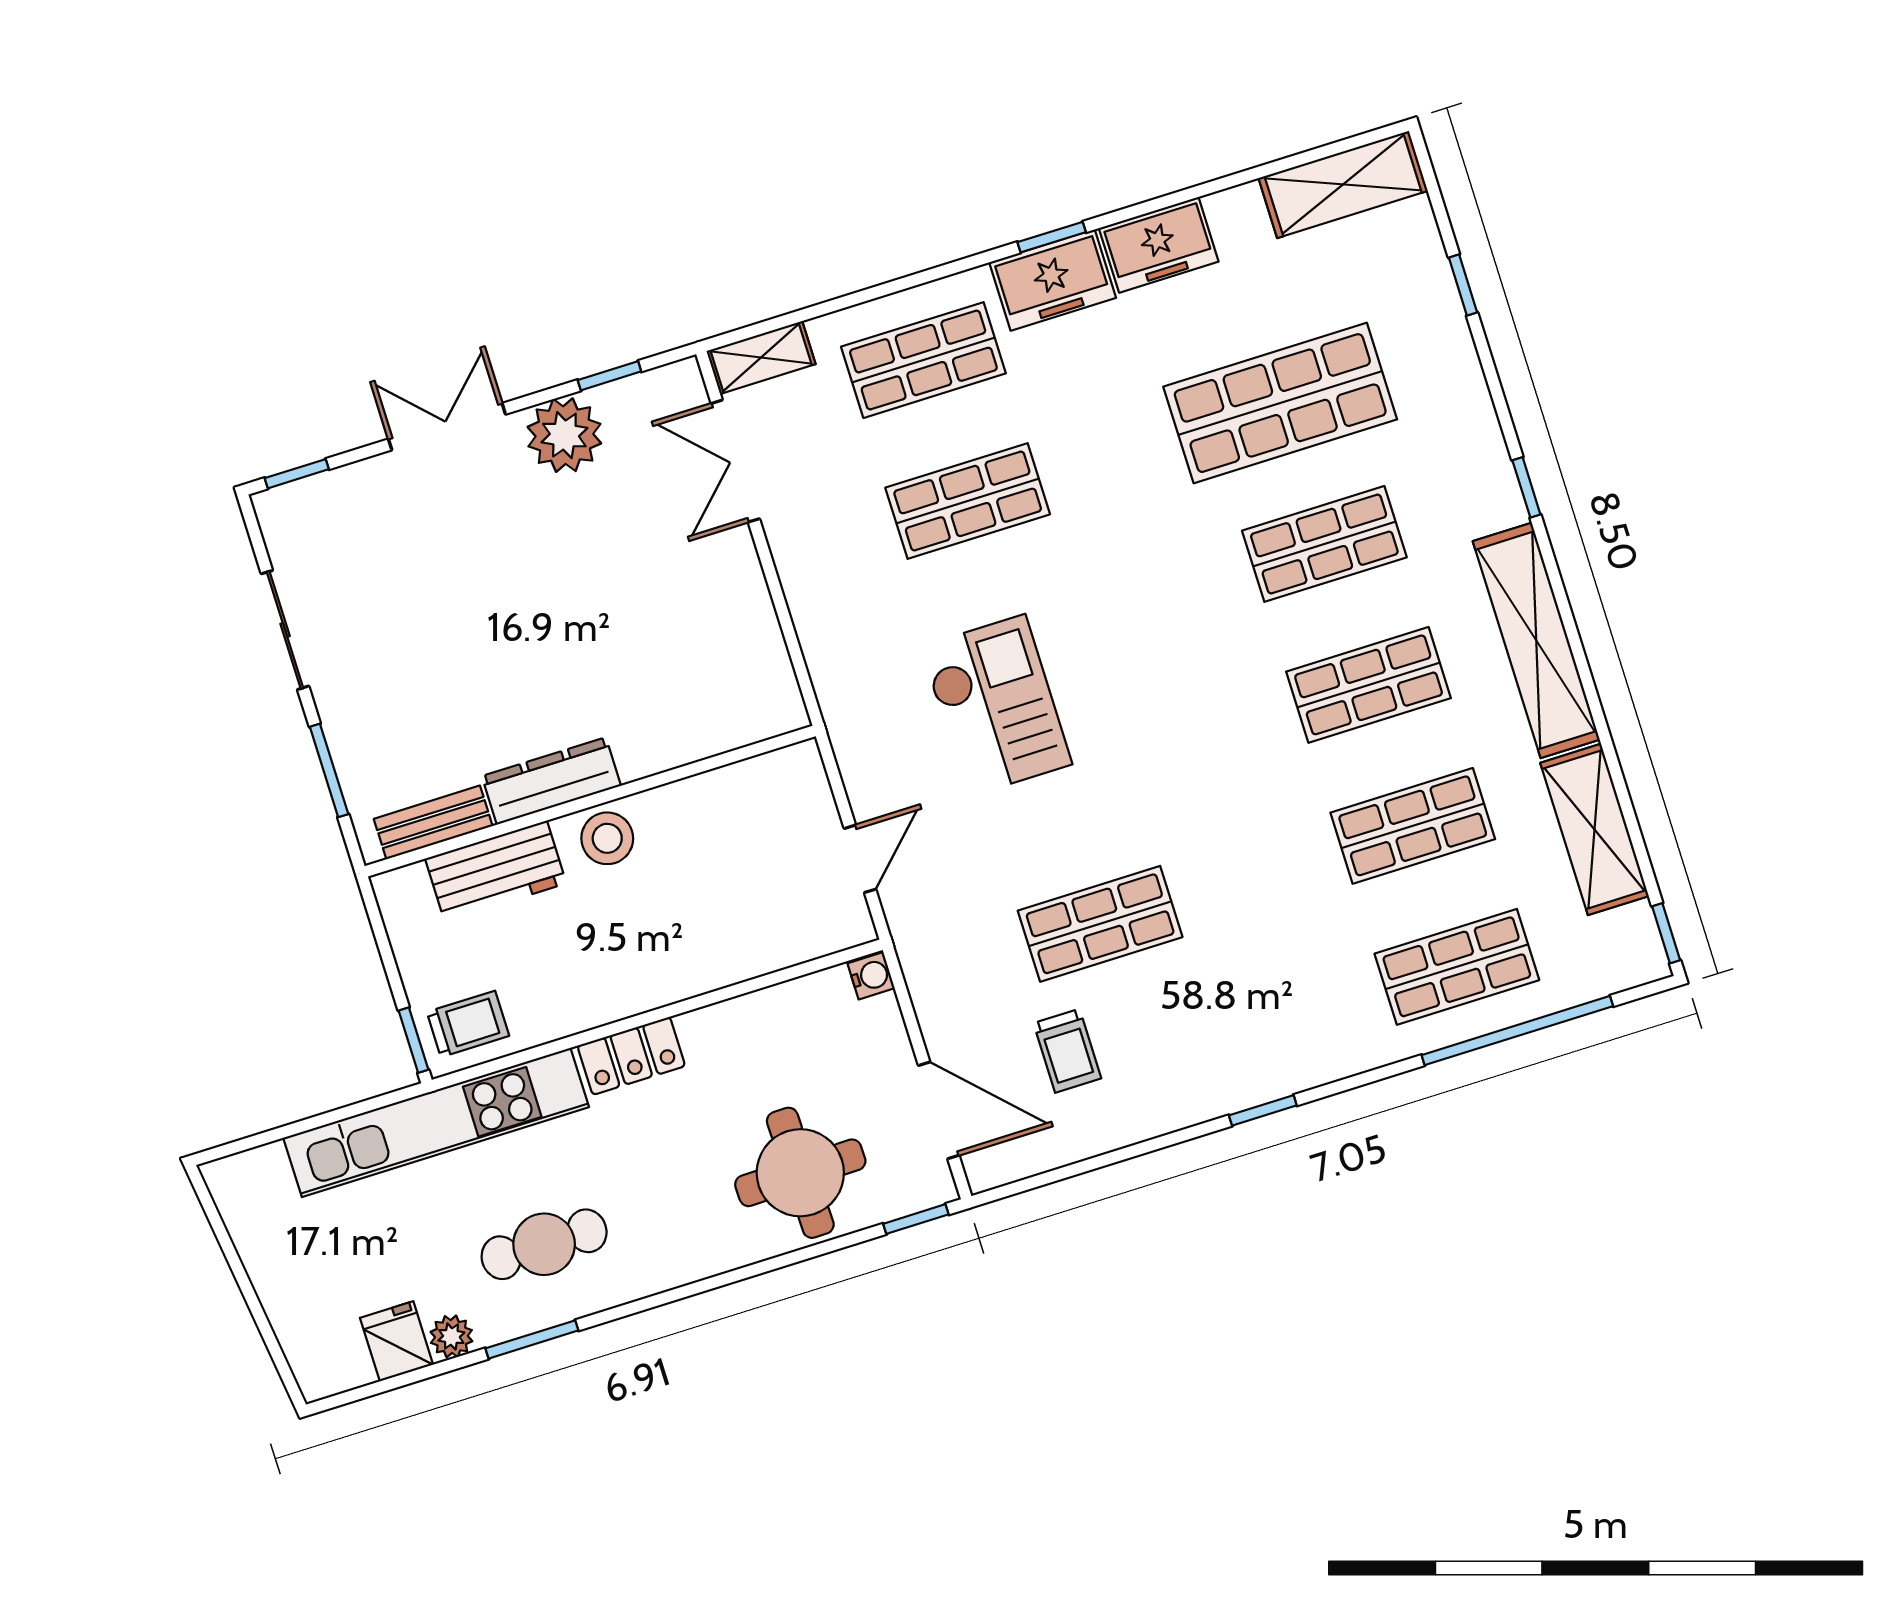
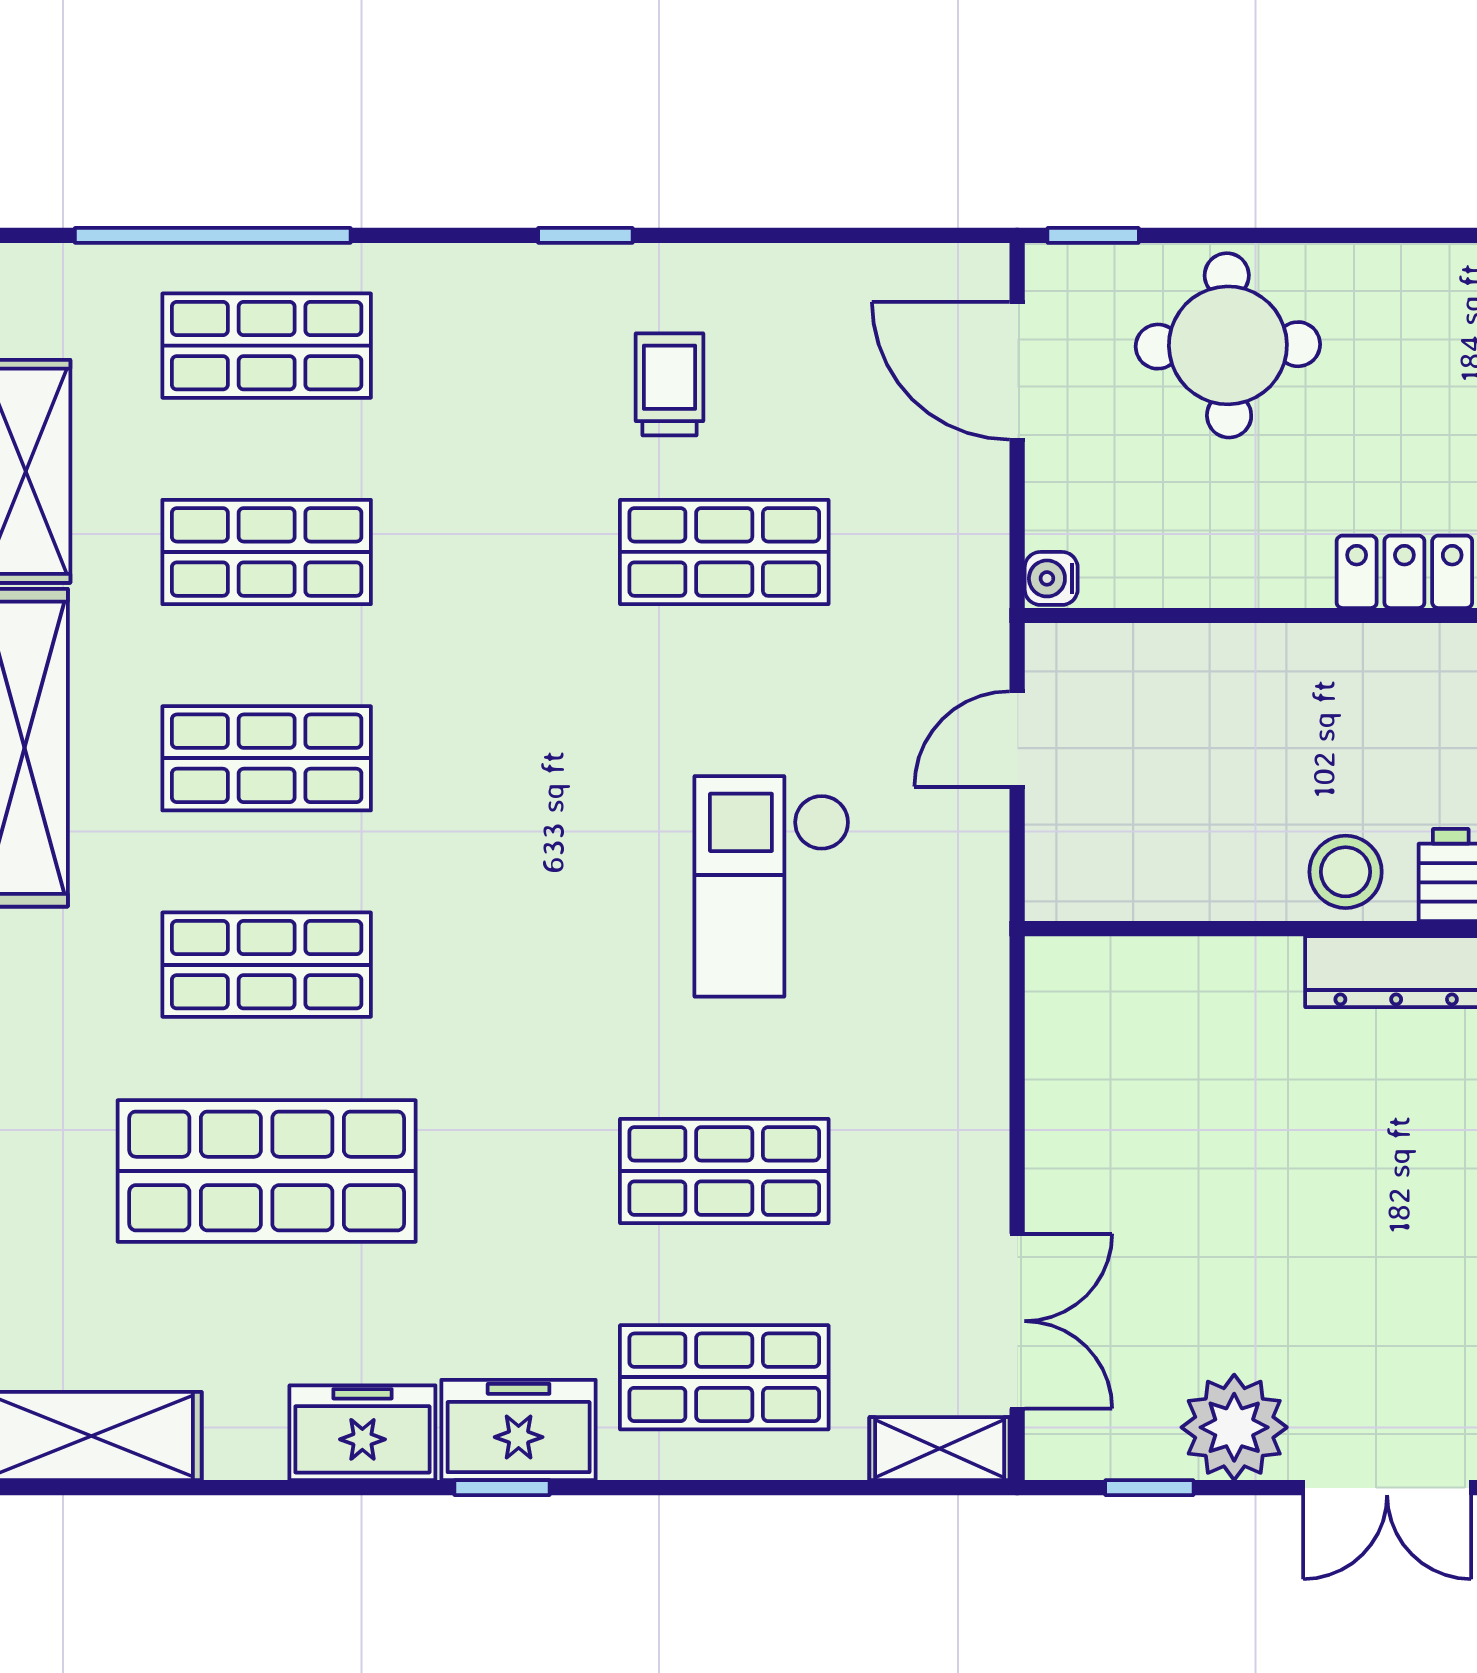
trolley: (1067, 1051) -> (670, 384), moved

